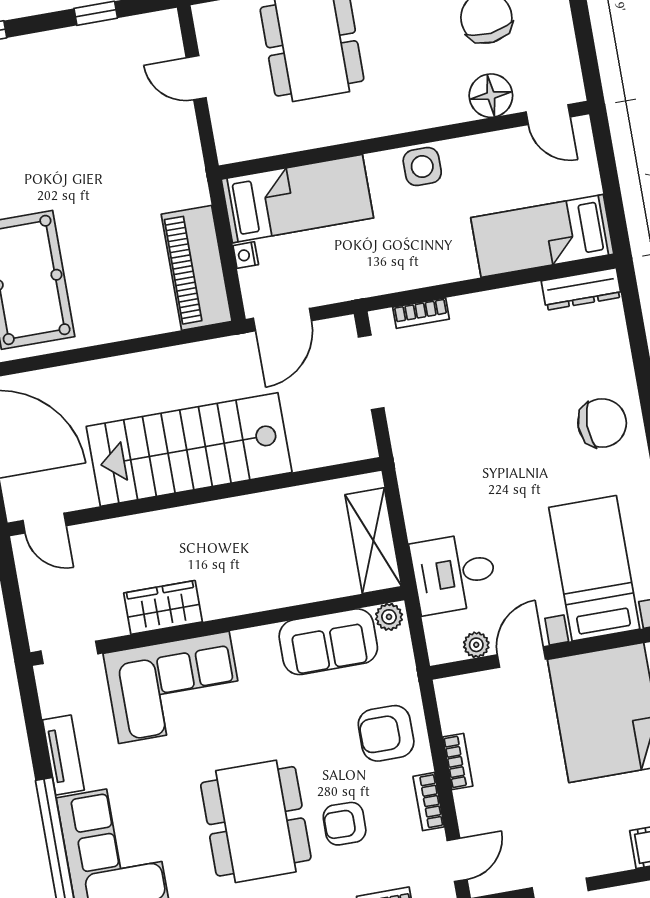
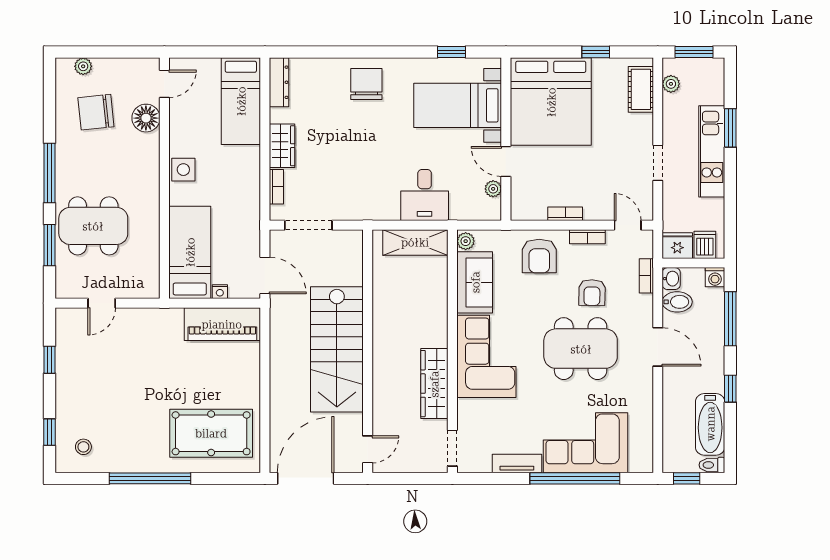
wardrobe: (485, 311) -> (282, 146), added
desk: (454, 573) -> (425, 195), moved
wardrobe: (163, 607) -> (434, 384), width x1.50
corner sofa: (174, 687) -> (486, 356), moved

